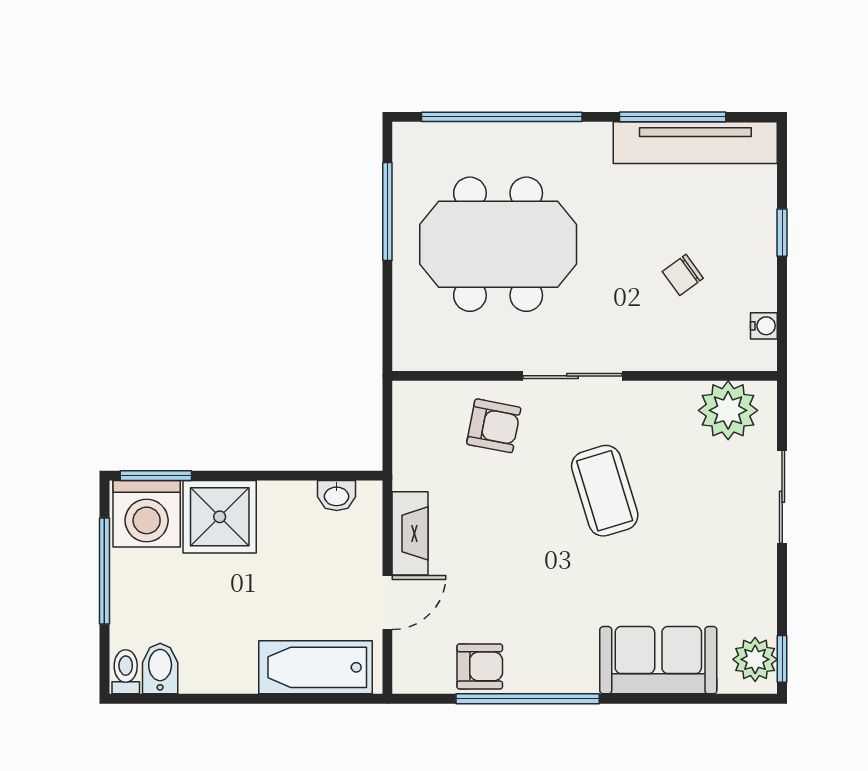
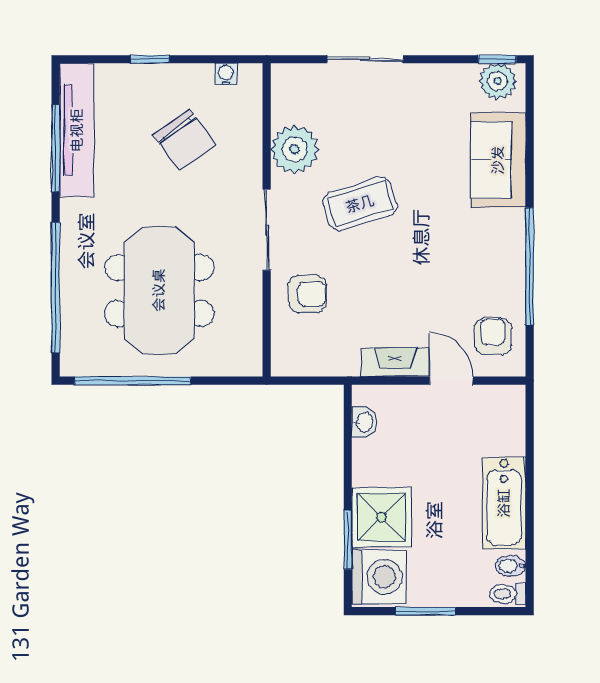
window: (387, 212) -> (133, 381), width x1.46
chair: (683, 275) -> (184, 140), width x1.87, depth x1.87
plant: (728, 410) -> (295, 149), moved
armchair: (494, 426) -> (307, 294), turned 79
window: (156, 476) -> (348, 540), moved
window: (104, 571) -> (426, 611), width x0.69
armchair: (480, 666) -> (493, 336), moved
bathtub: (315, 667) -> (504, 503), moved
bidet: (160, 669) -> (511, 566), width x0.72, depth x0.74

